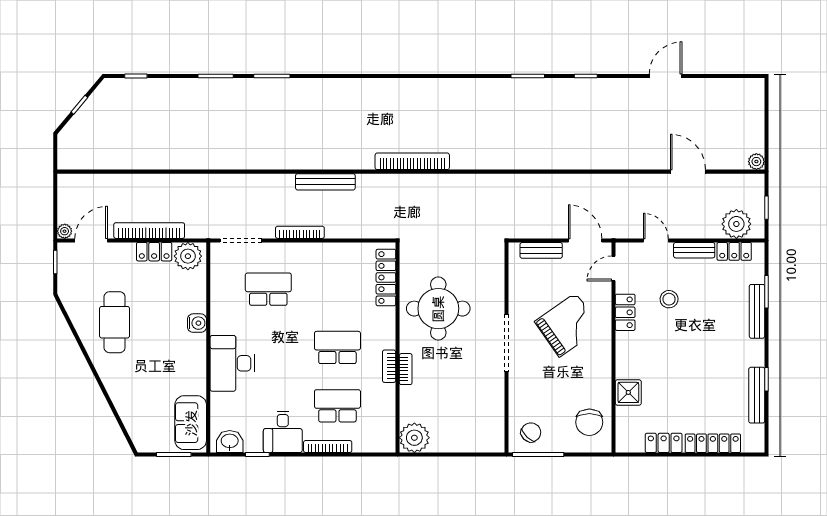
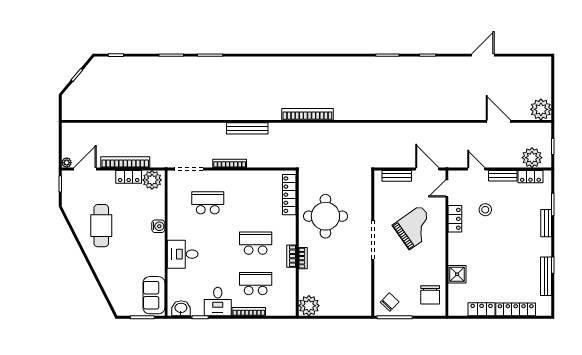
plant: (756, 162) -> (541, 109), width x1.88, depth x1.88
bench: (757, 311) -> (546, 223), width x0.73
desk: (232, 363) -> (183, 254), width x0.73

